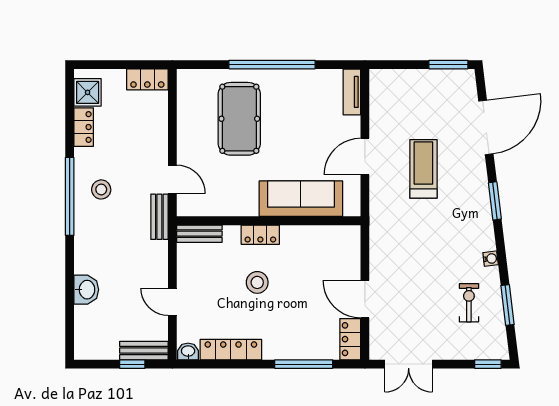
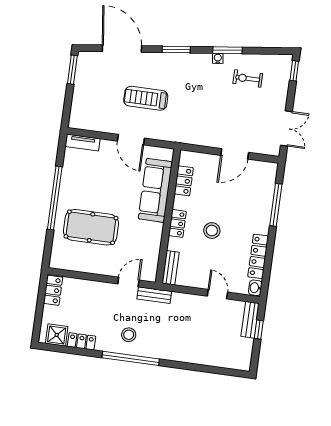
washbasin: (86, 290) -> (200, 356), removed
door: (172, 302) -> (217, 294), swing flipped
window: (508, 305) -> (228, 50), moved
locker: (350, 339) -> (184, 181), moved, turned -90

